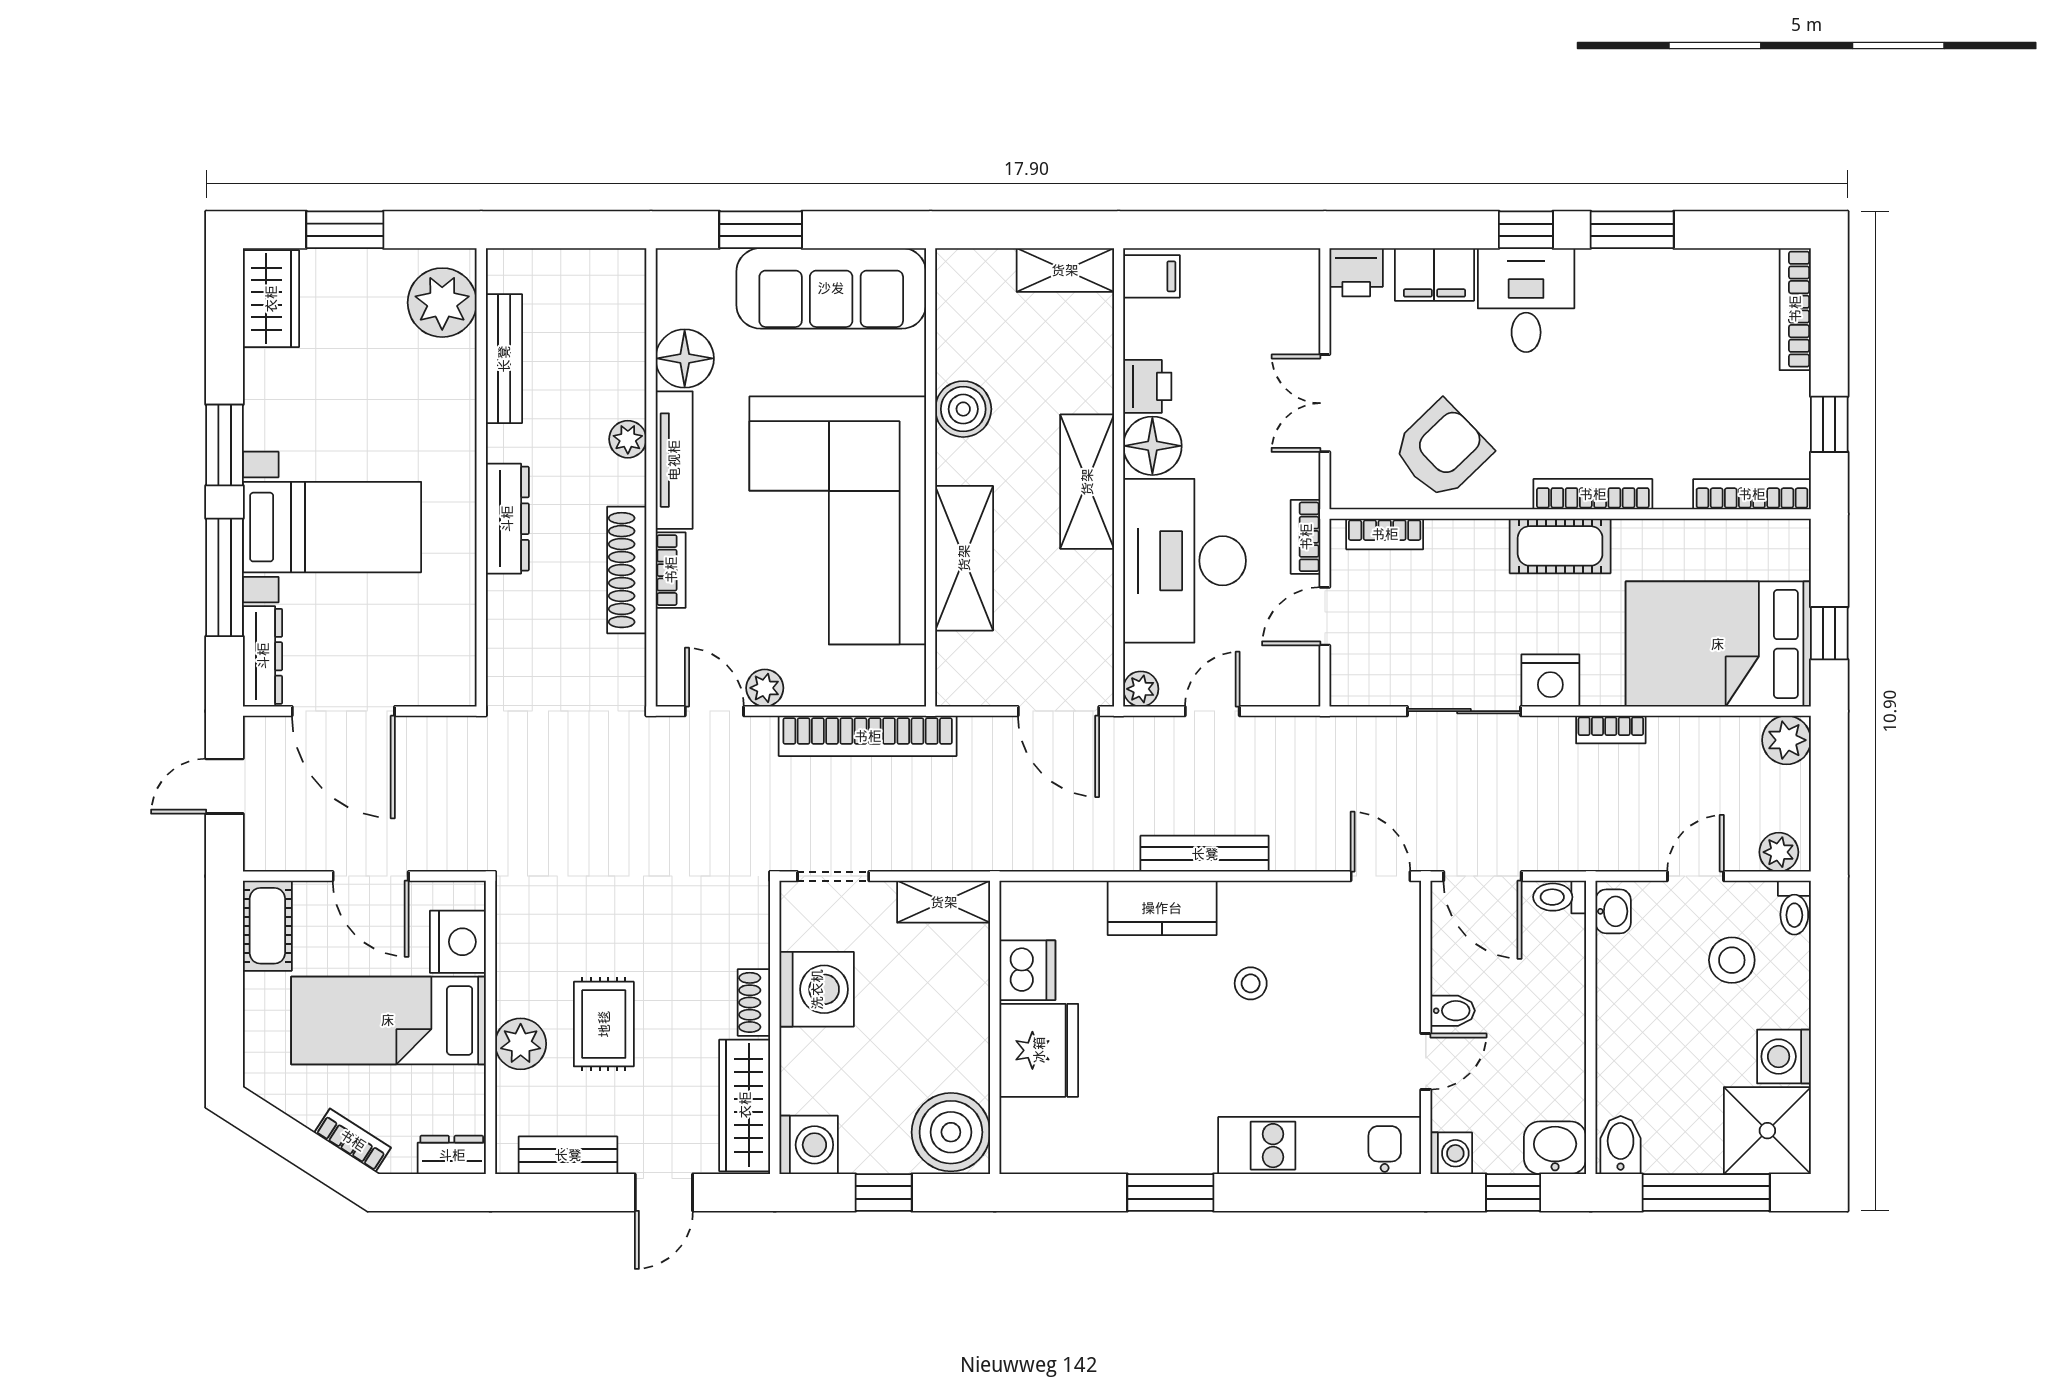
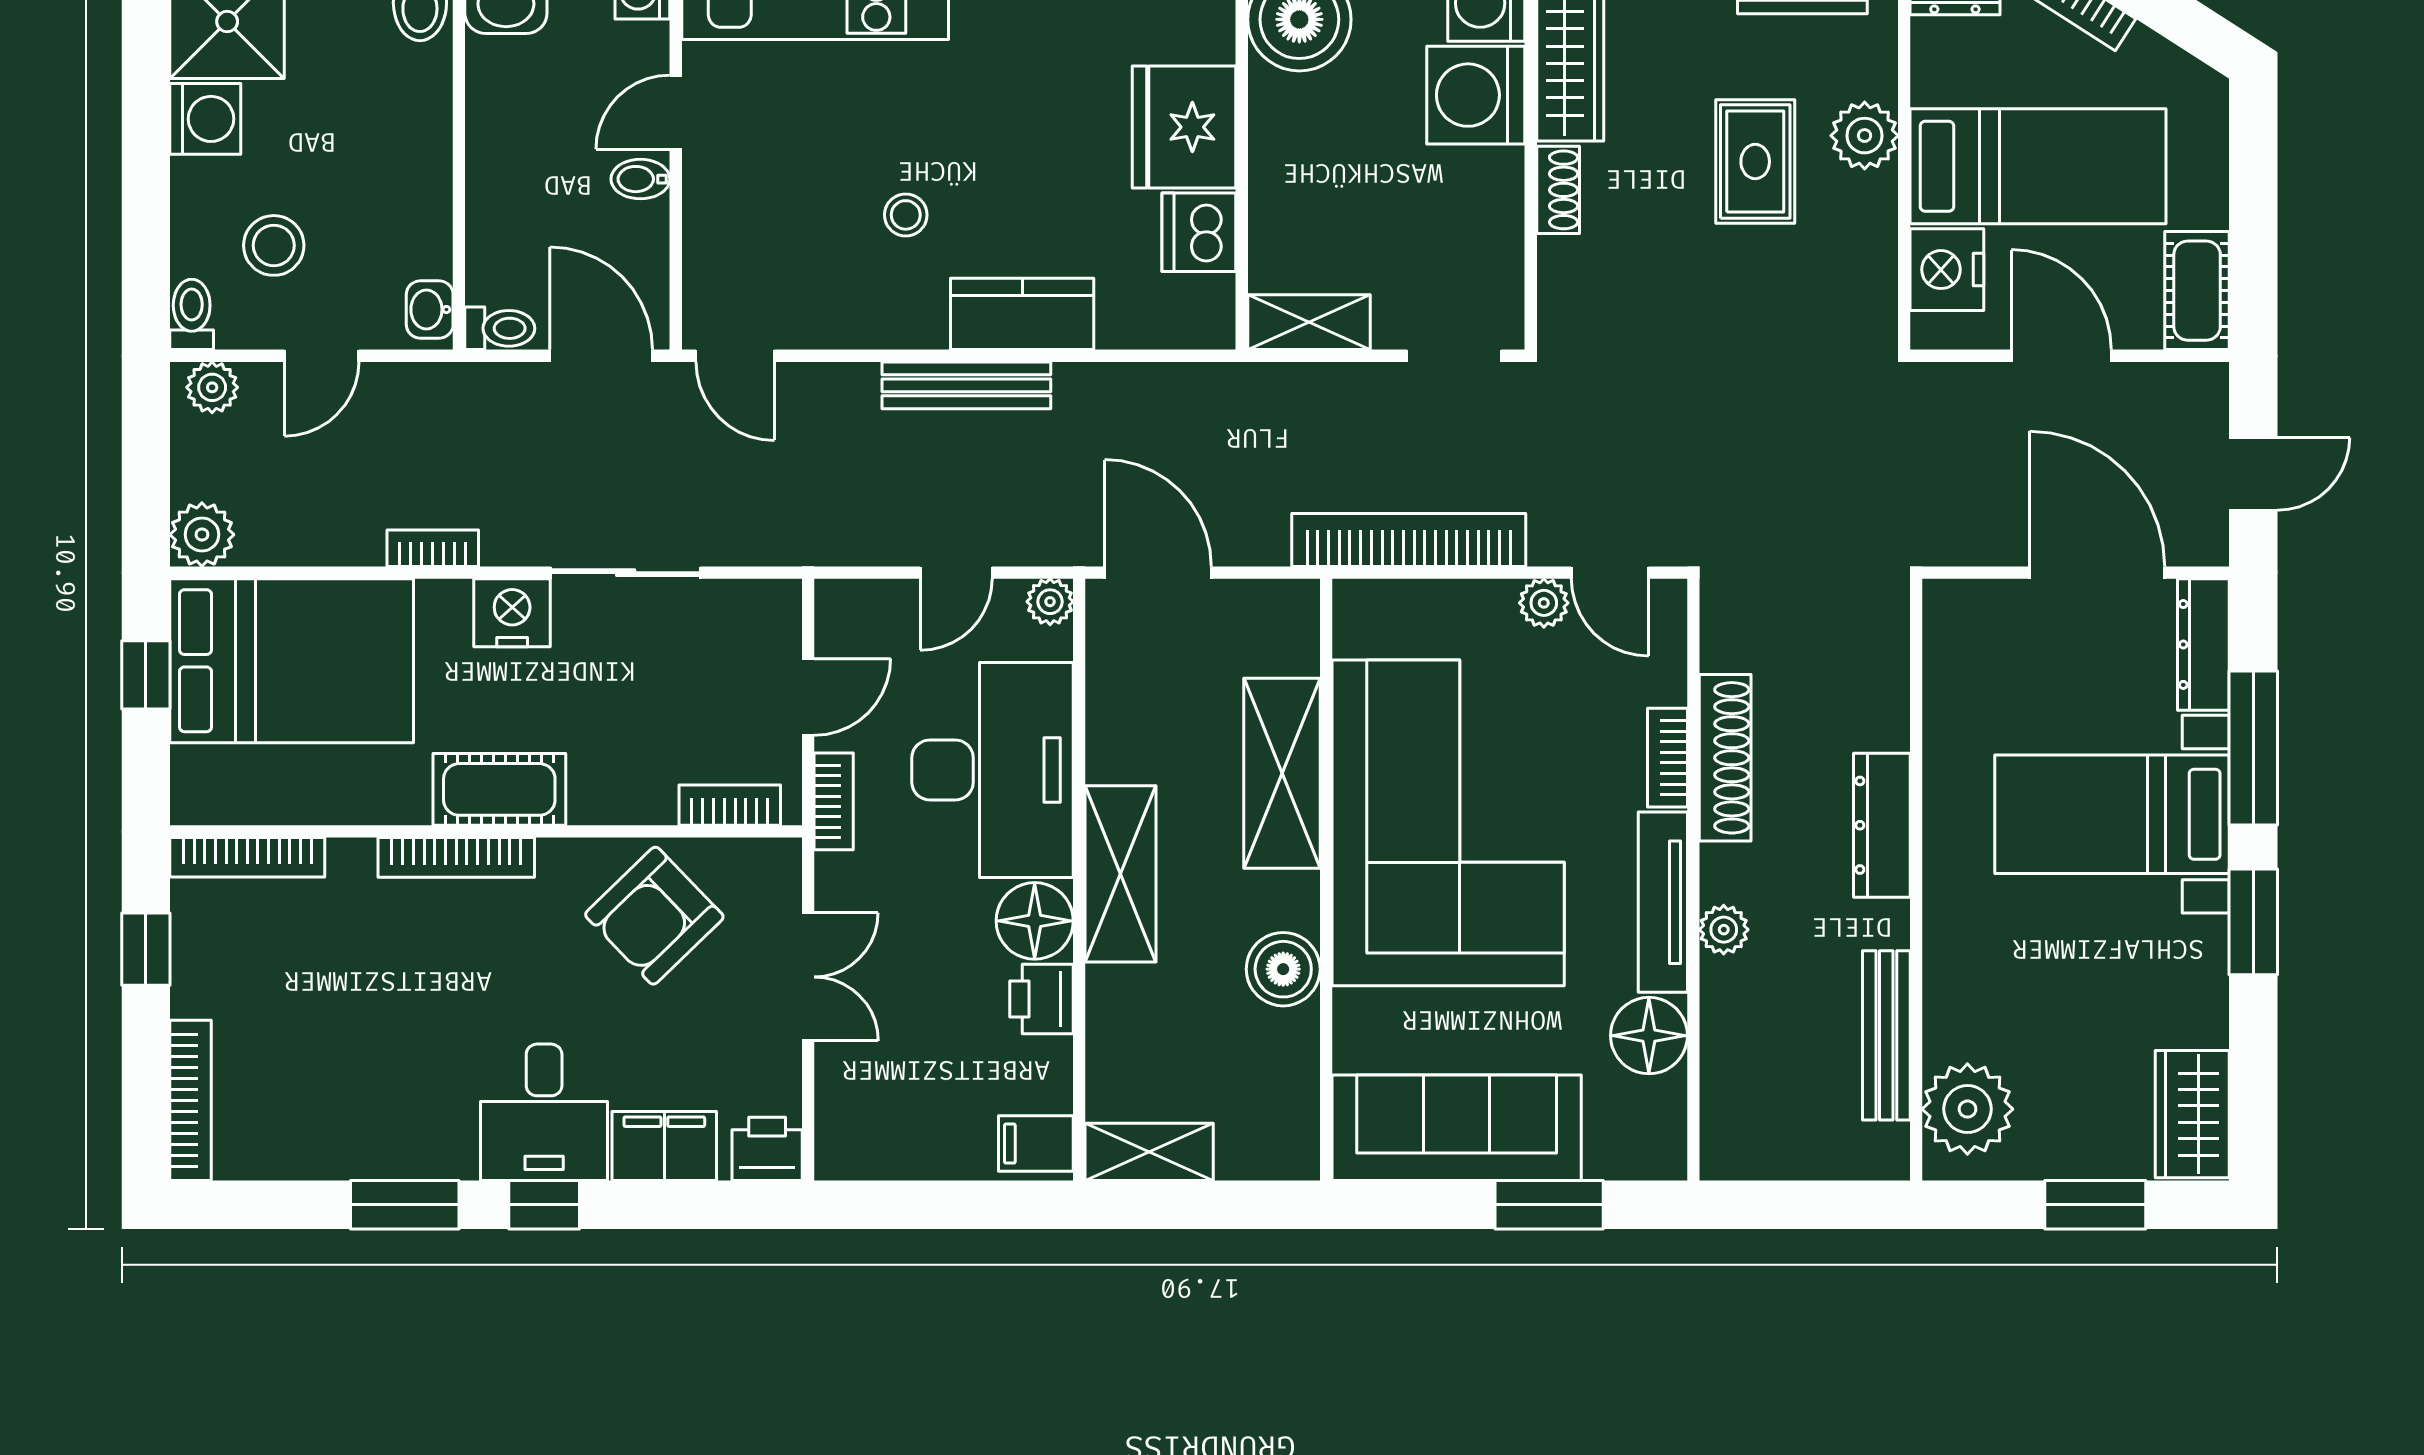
washing machine: (817, 989) -> (1476, 95), moved

